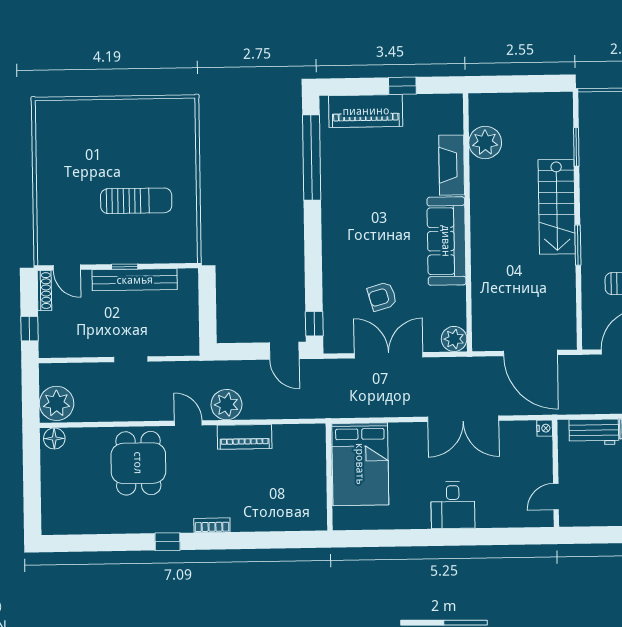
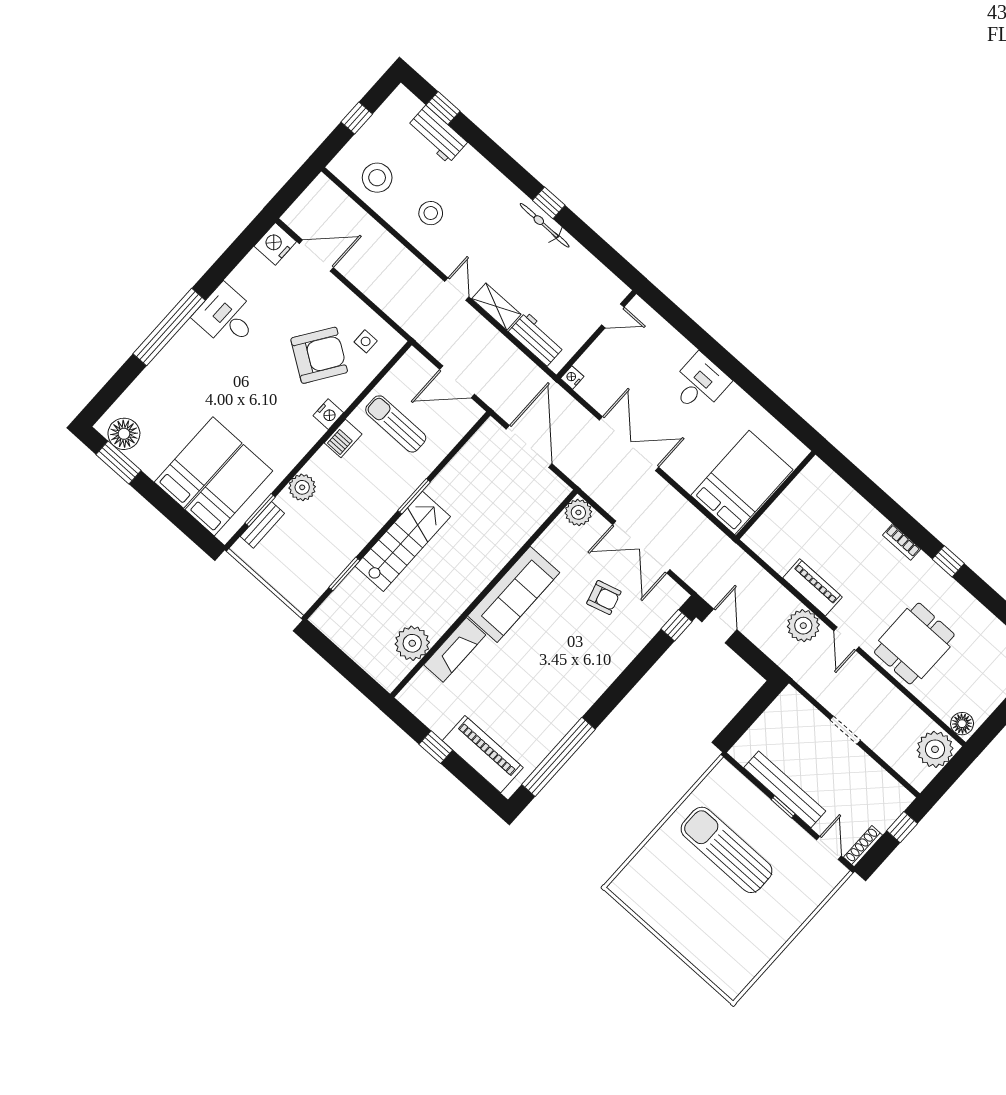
sun lounger: (136, 201) -> (726, 850), width x1.36, depth x1.34

